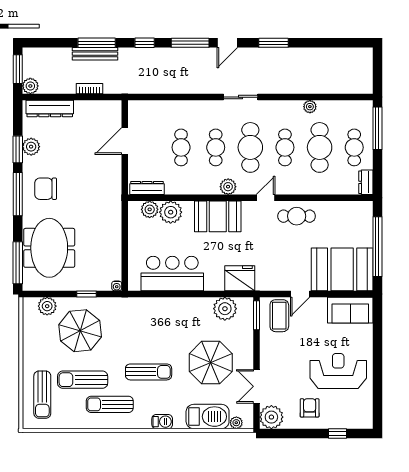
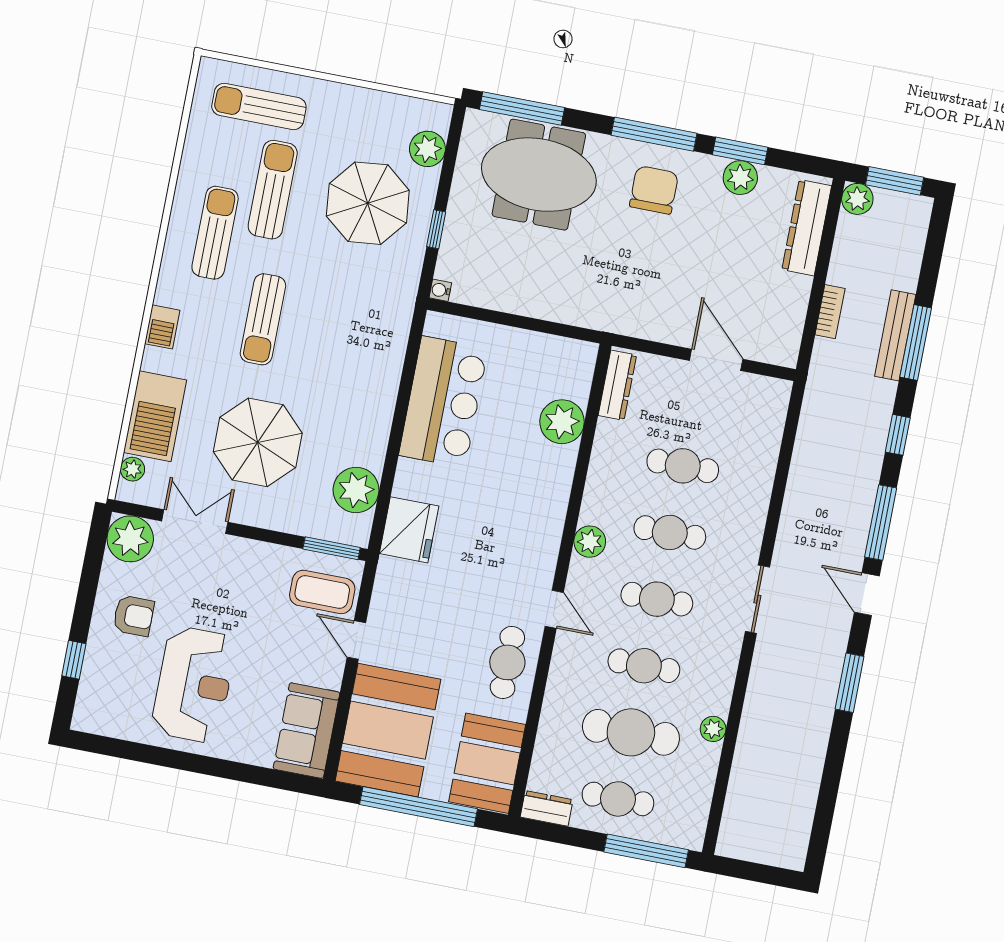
cafe table: (250, 147) -> (657, 599), width x0.73, depth x0.74
plant: (150, 209) -> (575, 382), removed
booth: (218, 216) -> (487, 763), moved

